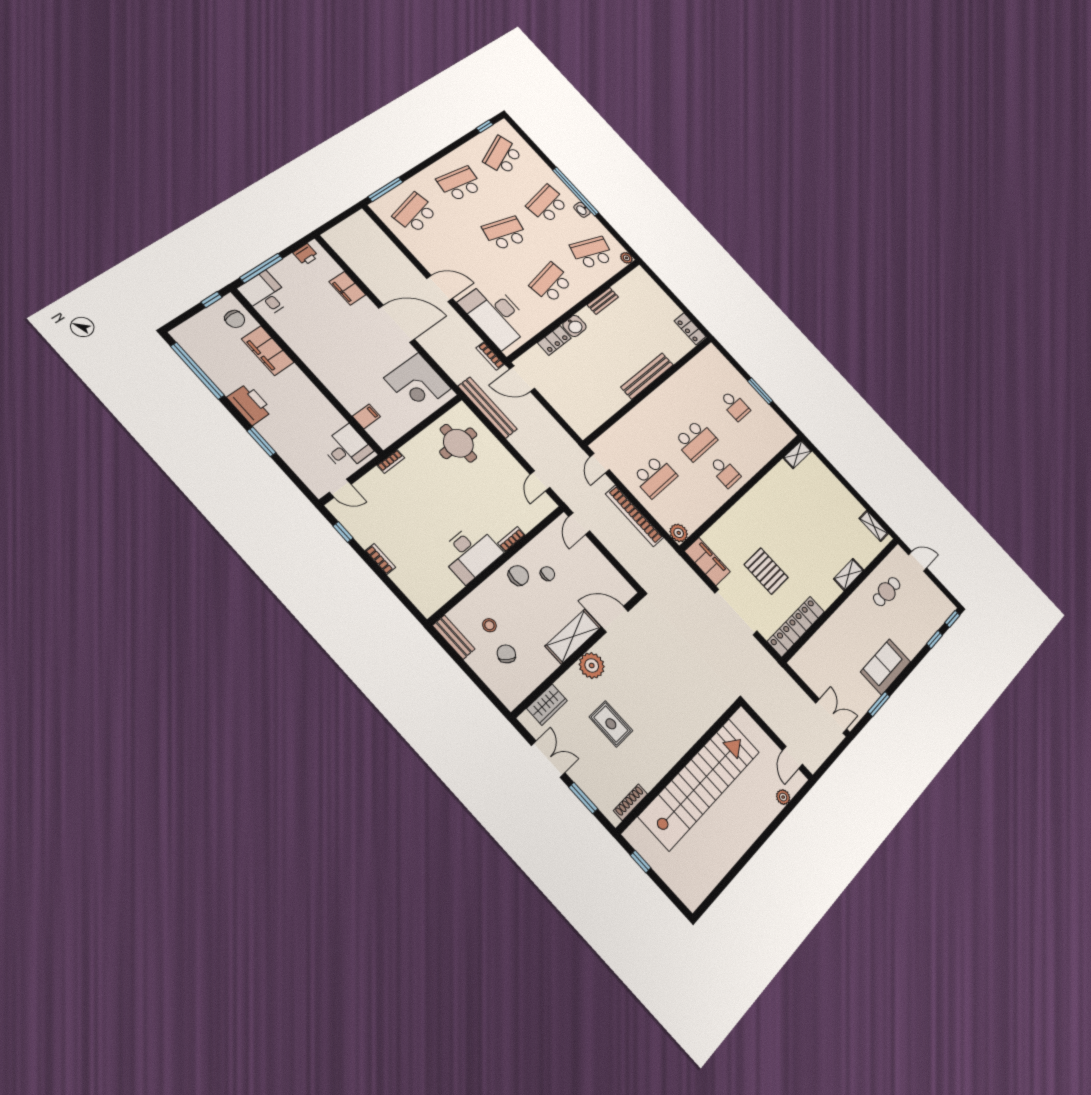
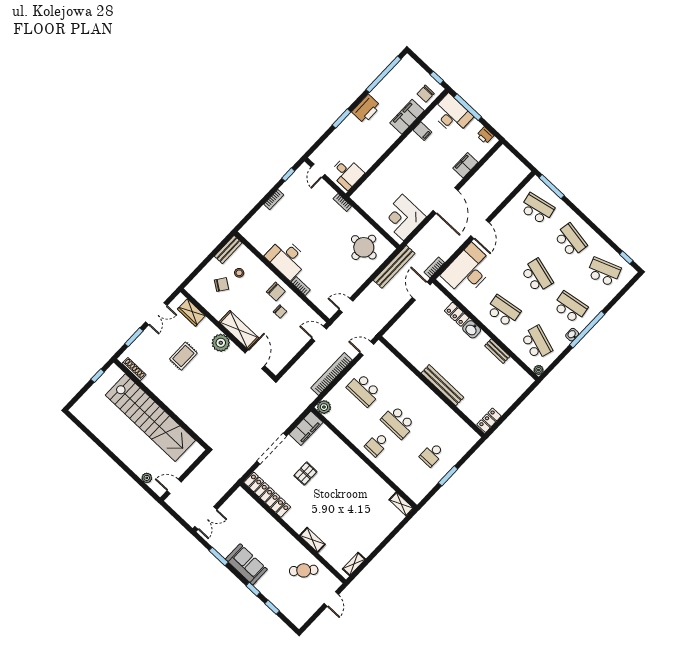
desk: (265, 294) -> (452, 115), width x1.37
filing cabinet: (366, 416) -> (422, 131), moved
pallet: (766, 571) -> (305, 474), width x0.67, depth x0.71
cafe table: (887, 592) -> (304, 570), turned -47
window: (952, 619) -> (253, 589), moved

